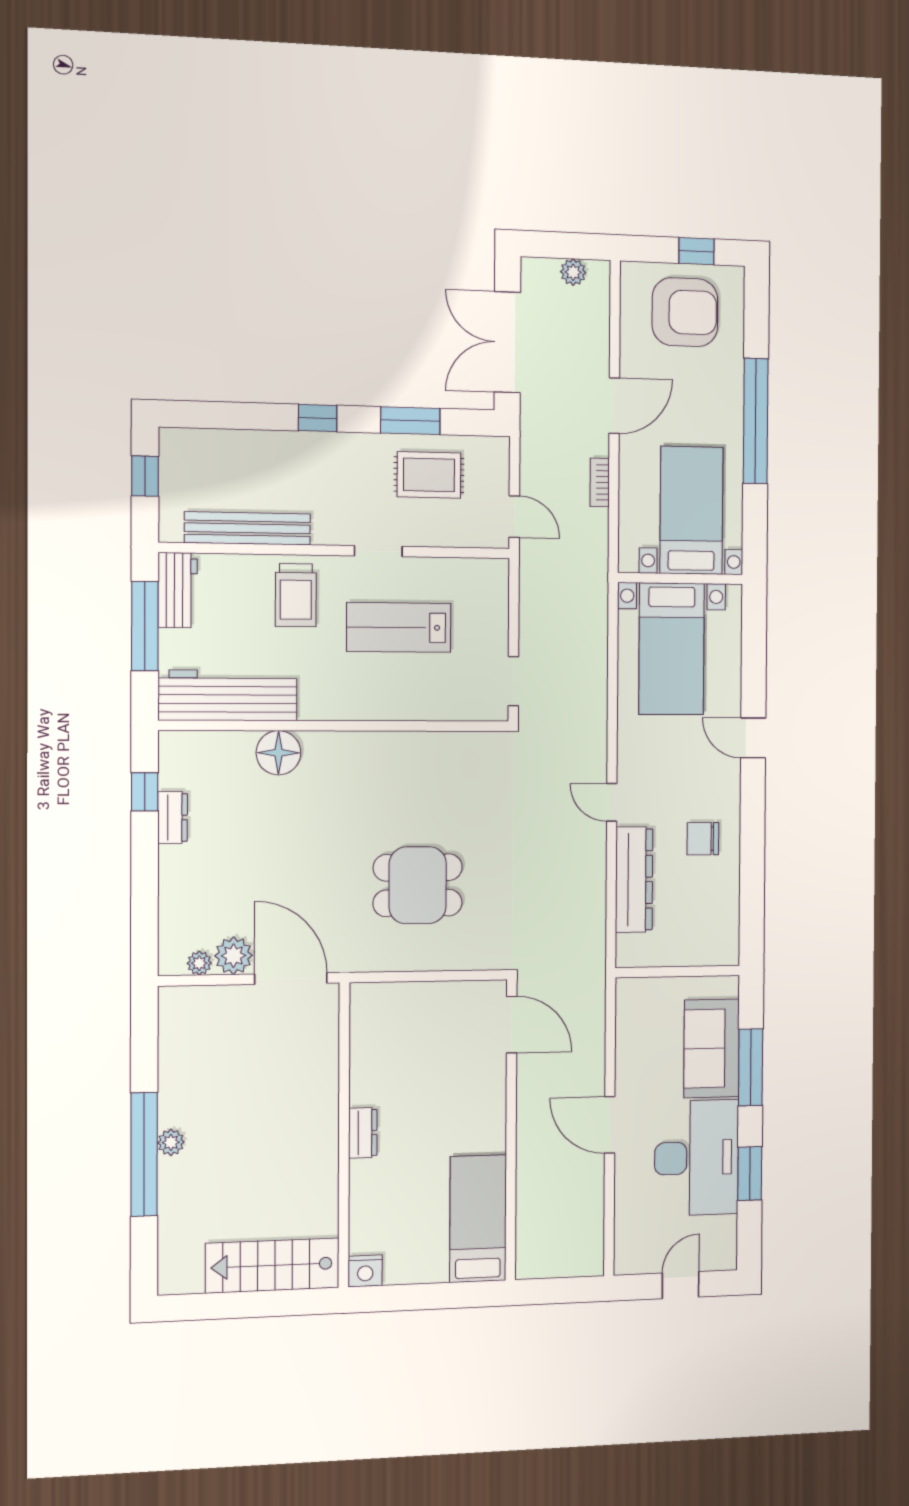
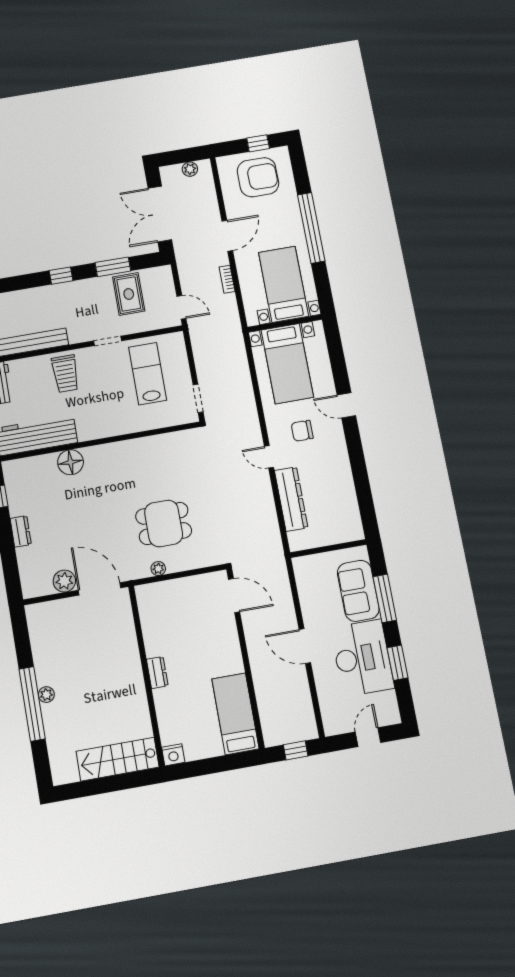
rug: (429, 475) -> (129, 294), turned 90
lab bench: (399, 627) -> (148, 374), moved, turned 90
dresser: (173, 818) -> (21, 531), moved
chair: (703, 839) -> (302, 431), moved
plant: (199, 963) -> (158, 569), moved
window: (563, 1290) -> (296, 750), added

